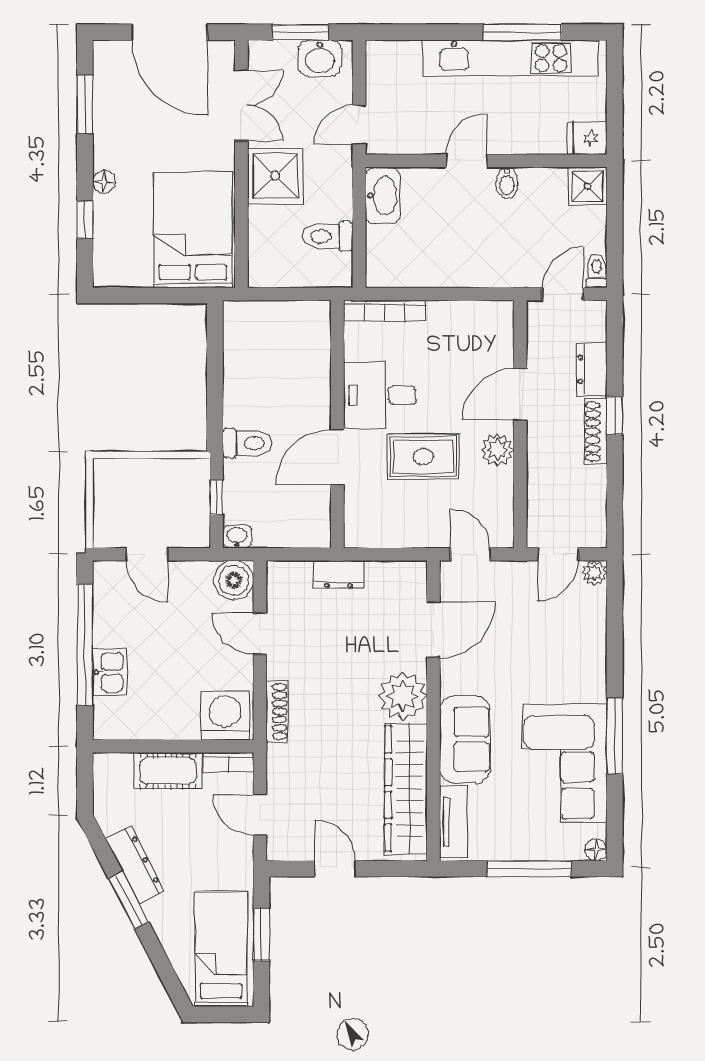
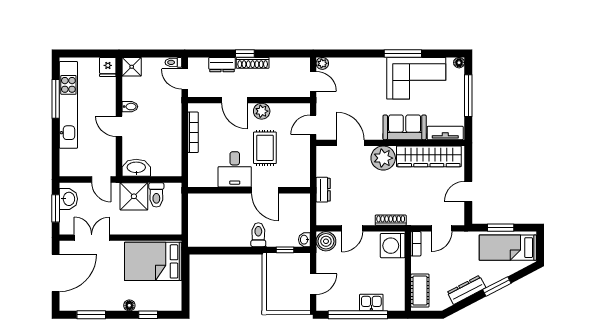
shower: (275, 176) -> (134, 196), moved
bookcase: (385, 311) -> (193, 132), moved
cot: (168, 771) -> (420, 291), moved
window: (129, 900) -> (497, 286), moved

